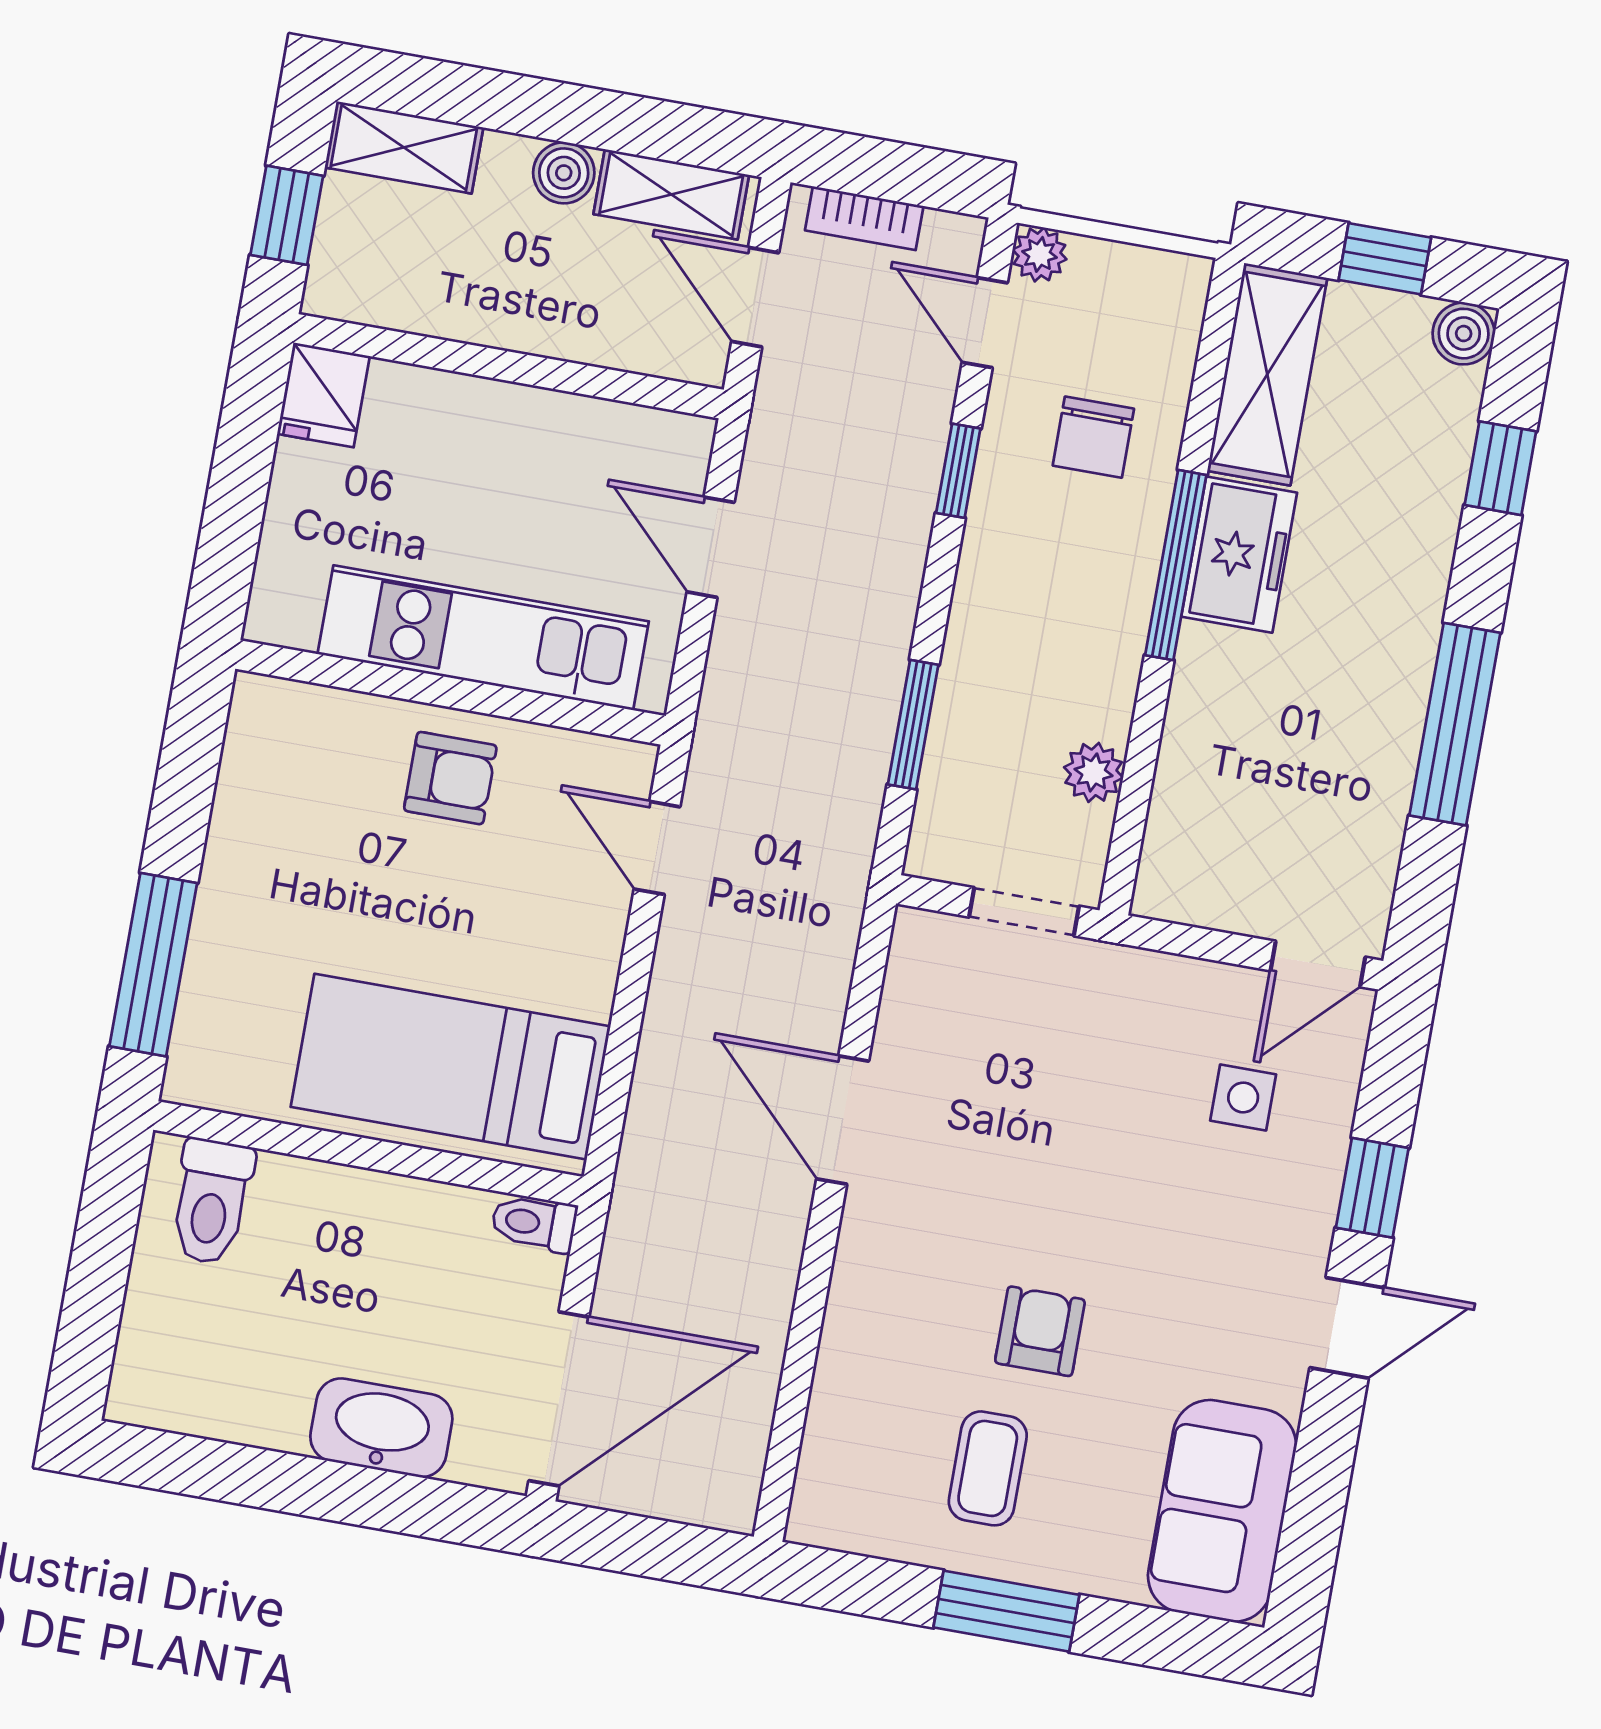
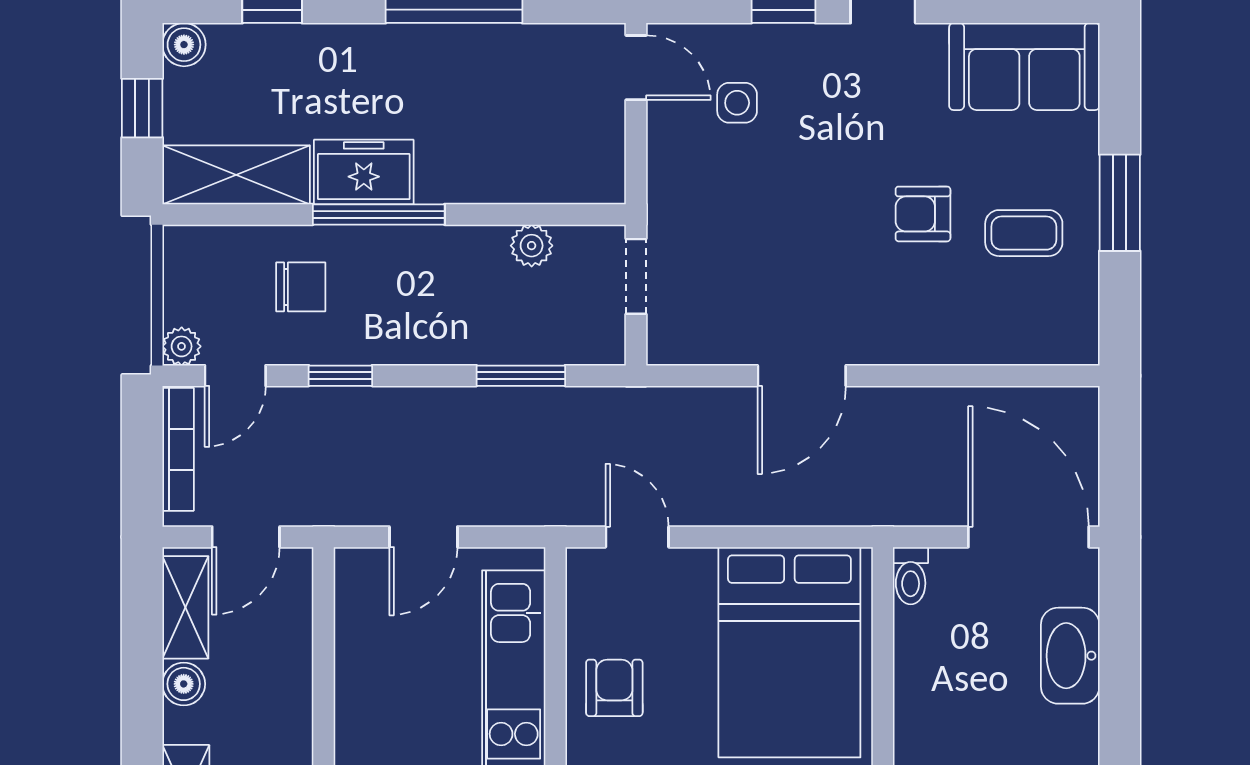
bookcase: (864, 218) -> (178, 449), width x1.56
door: (657, 848) -> (637, 537), swing flipped
bed: (451, 1067) -> (789, 652), width x1.50

